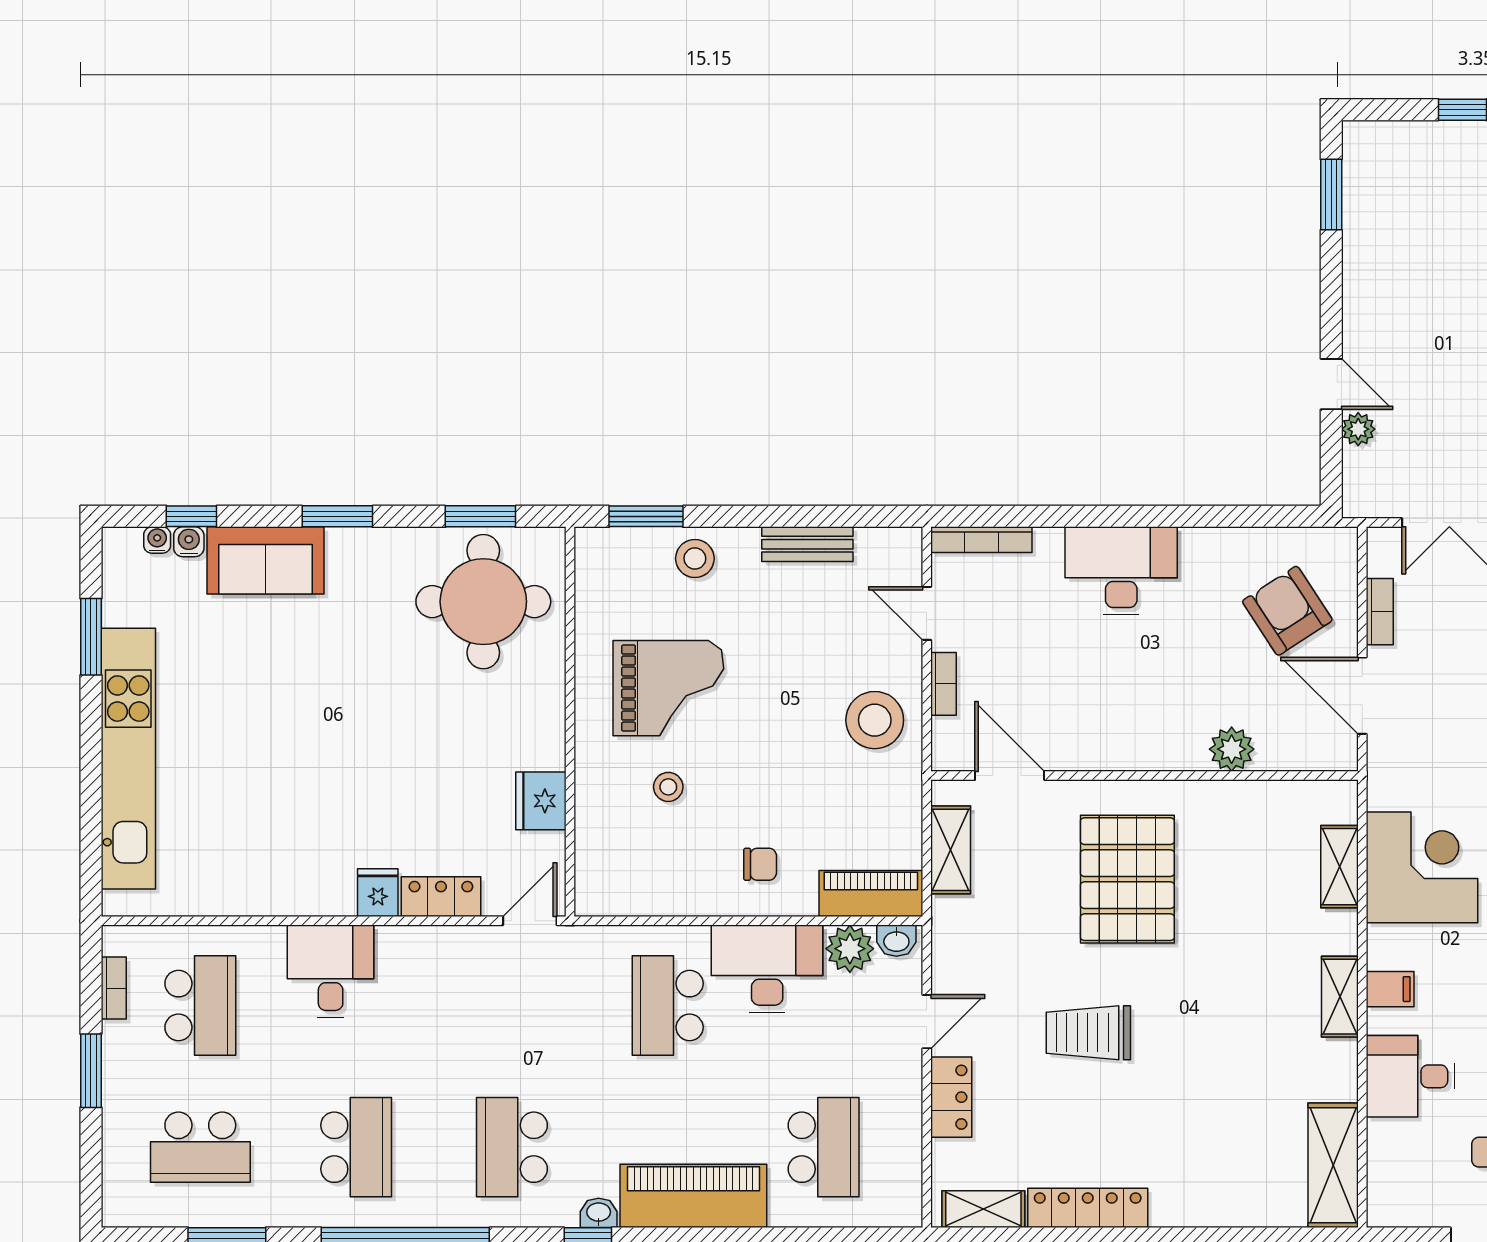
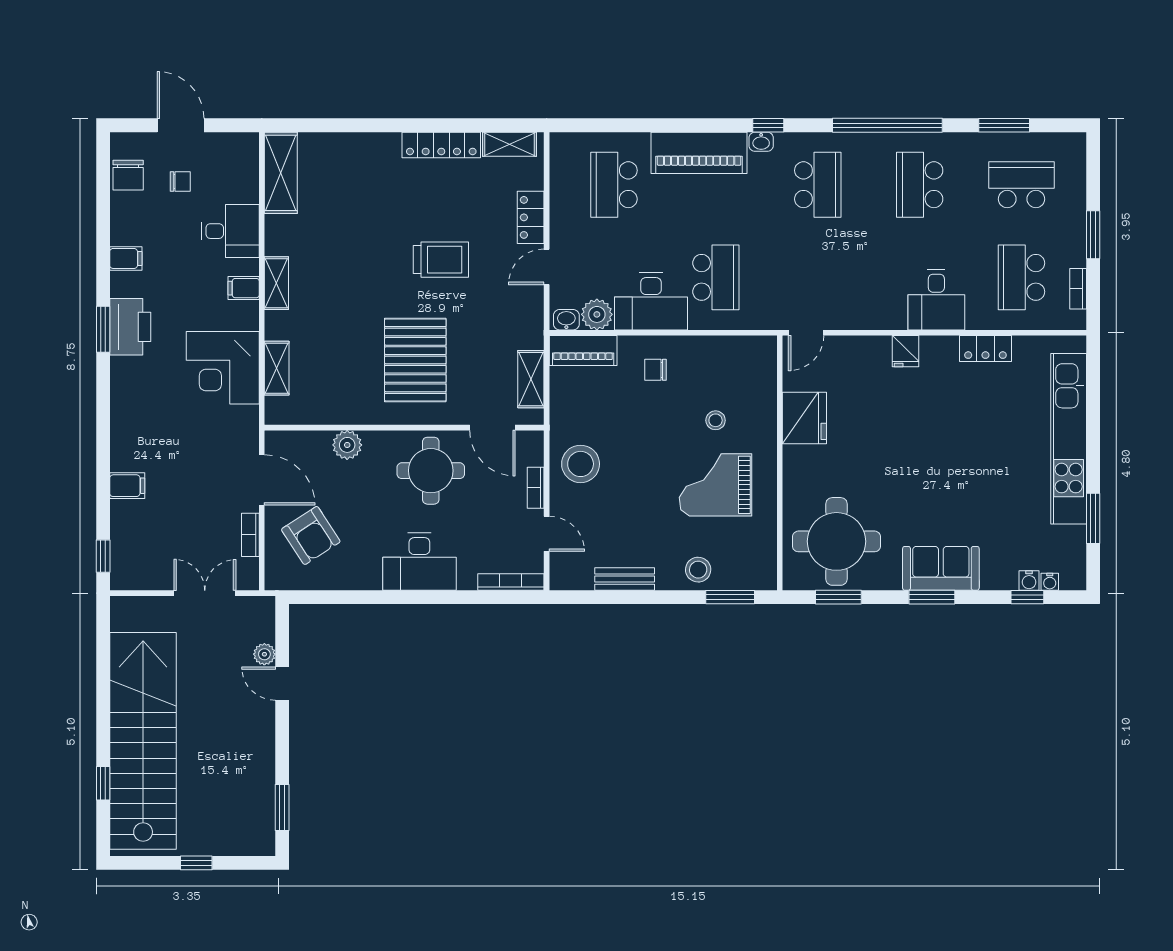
sofa: (266, 560) -> (941, 568), moved
round table: (1104, 710) -> (431, 471), added
fridge: (541, 801) -> (804, 418), width x1.36, depth x1.34
locker: (441, 897) -> (985, 349), moved

